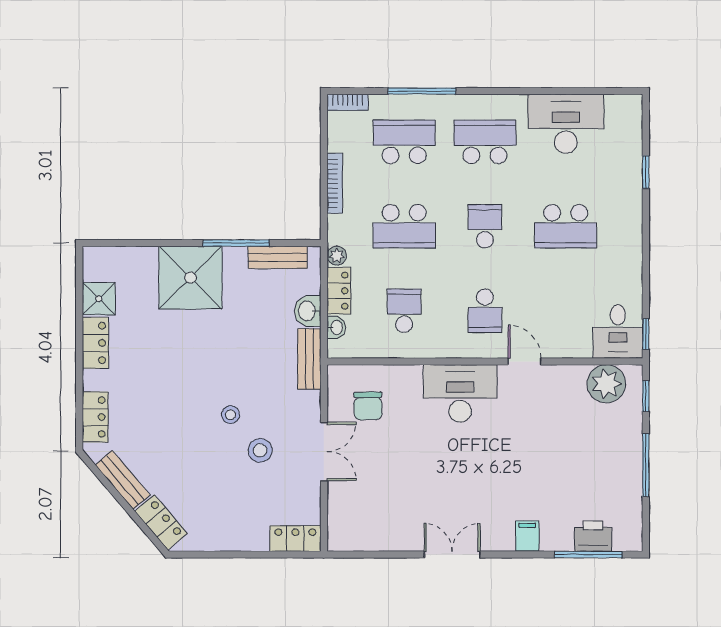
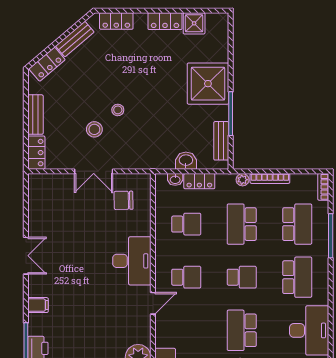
plant: (337, 256) -> (243, 180), moved
school desk: (485, 311) -> (186, 277), turned 180
bench: (309, 359) -> (35, 115), moved, turned 90

